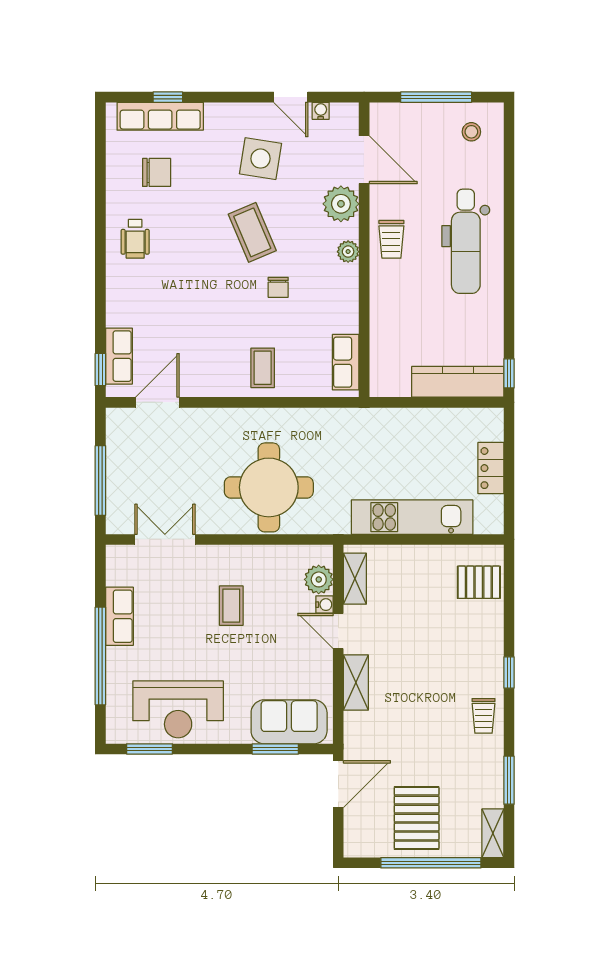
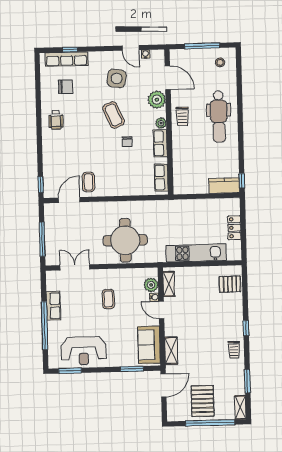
row of seats: (119, 356) -> (160, 143), moved, turned 180
coffee table: (263, 368) -> (88, 182), moved
kitchen counter: (458, 382) -> (224, 185), width x0.67
shelving: (356, 683) -> (171, 351), moved
sofa: (289, 722) -> (149, 345), moved, turned -90

